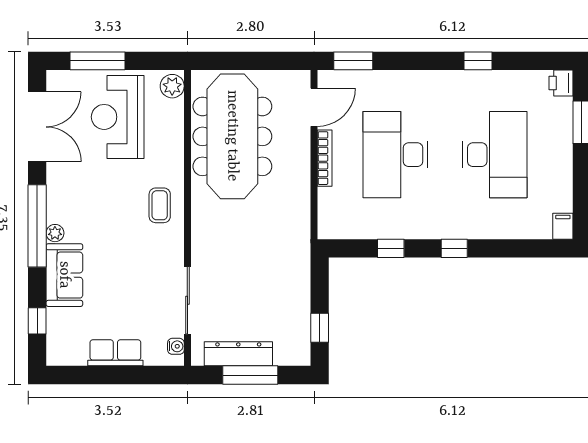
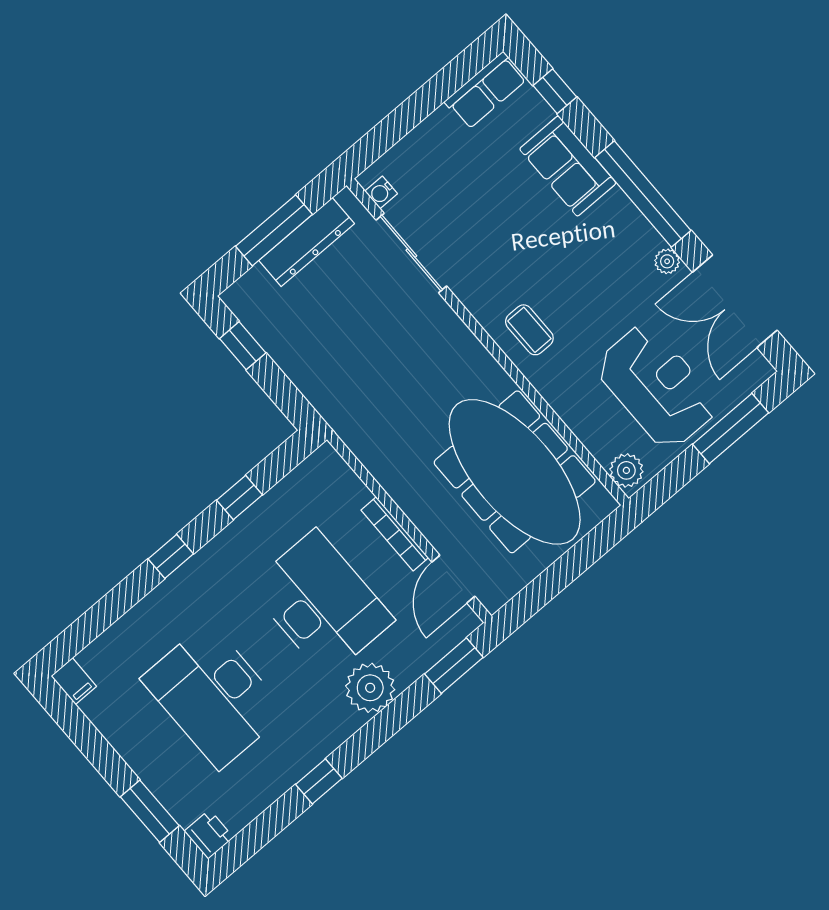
plant: (408, 87) -> (370, 688), added
plant: (55, 233) -> (667, 261), moved
row of seats: (115, 353) -> (486, 91), moved

